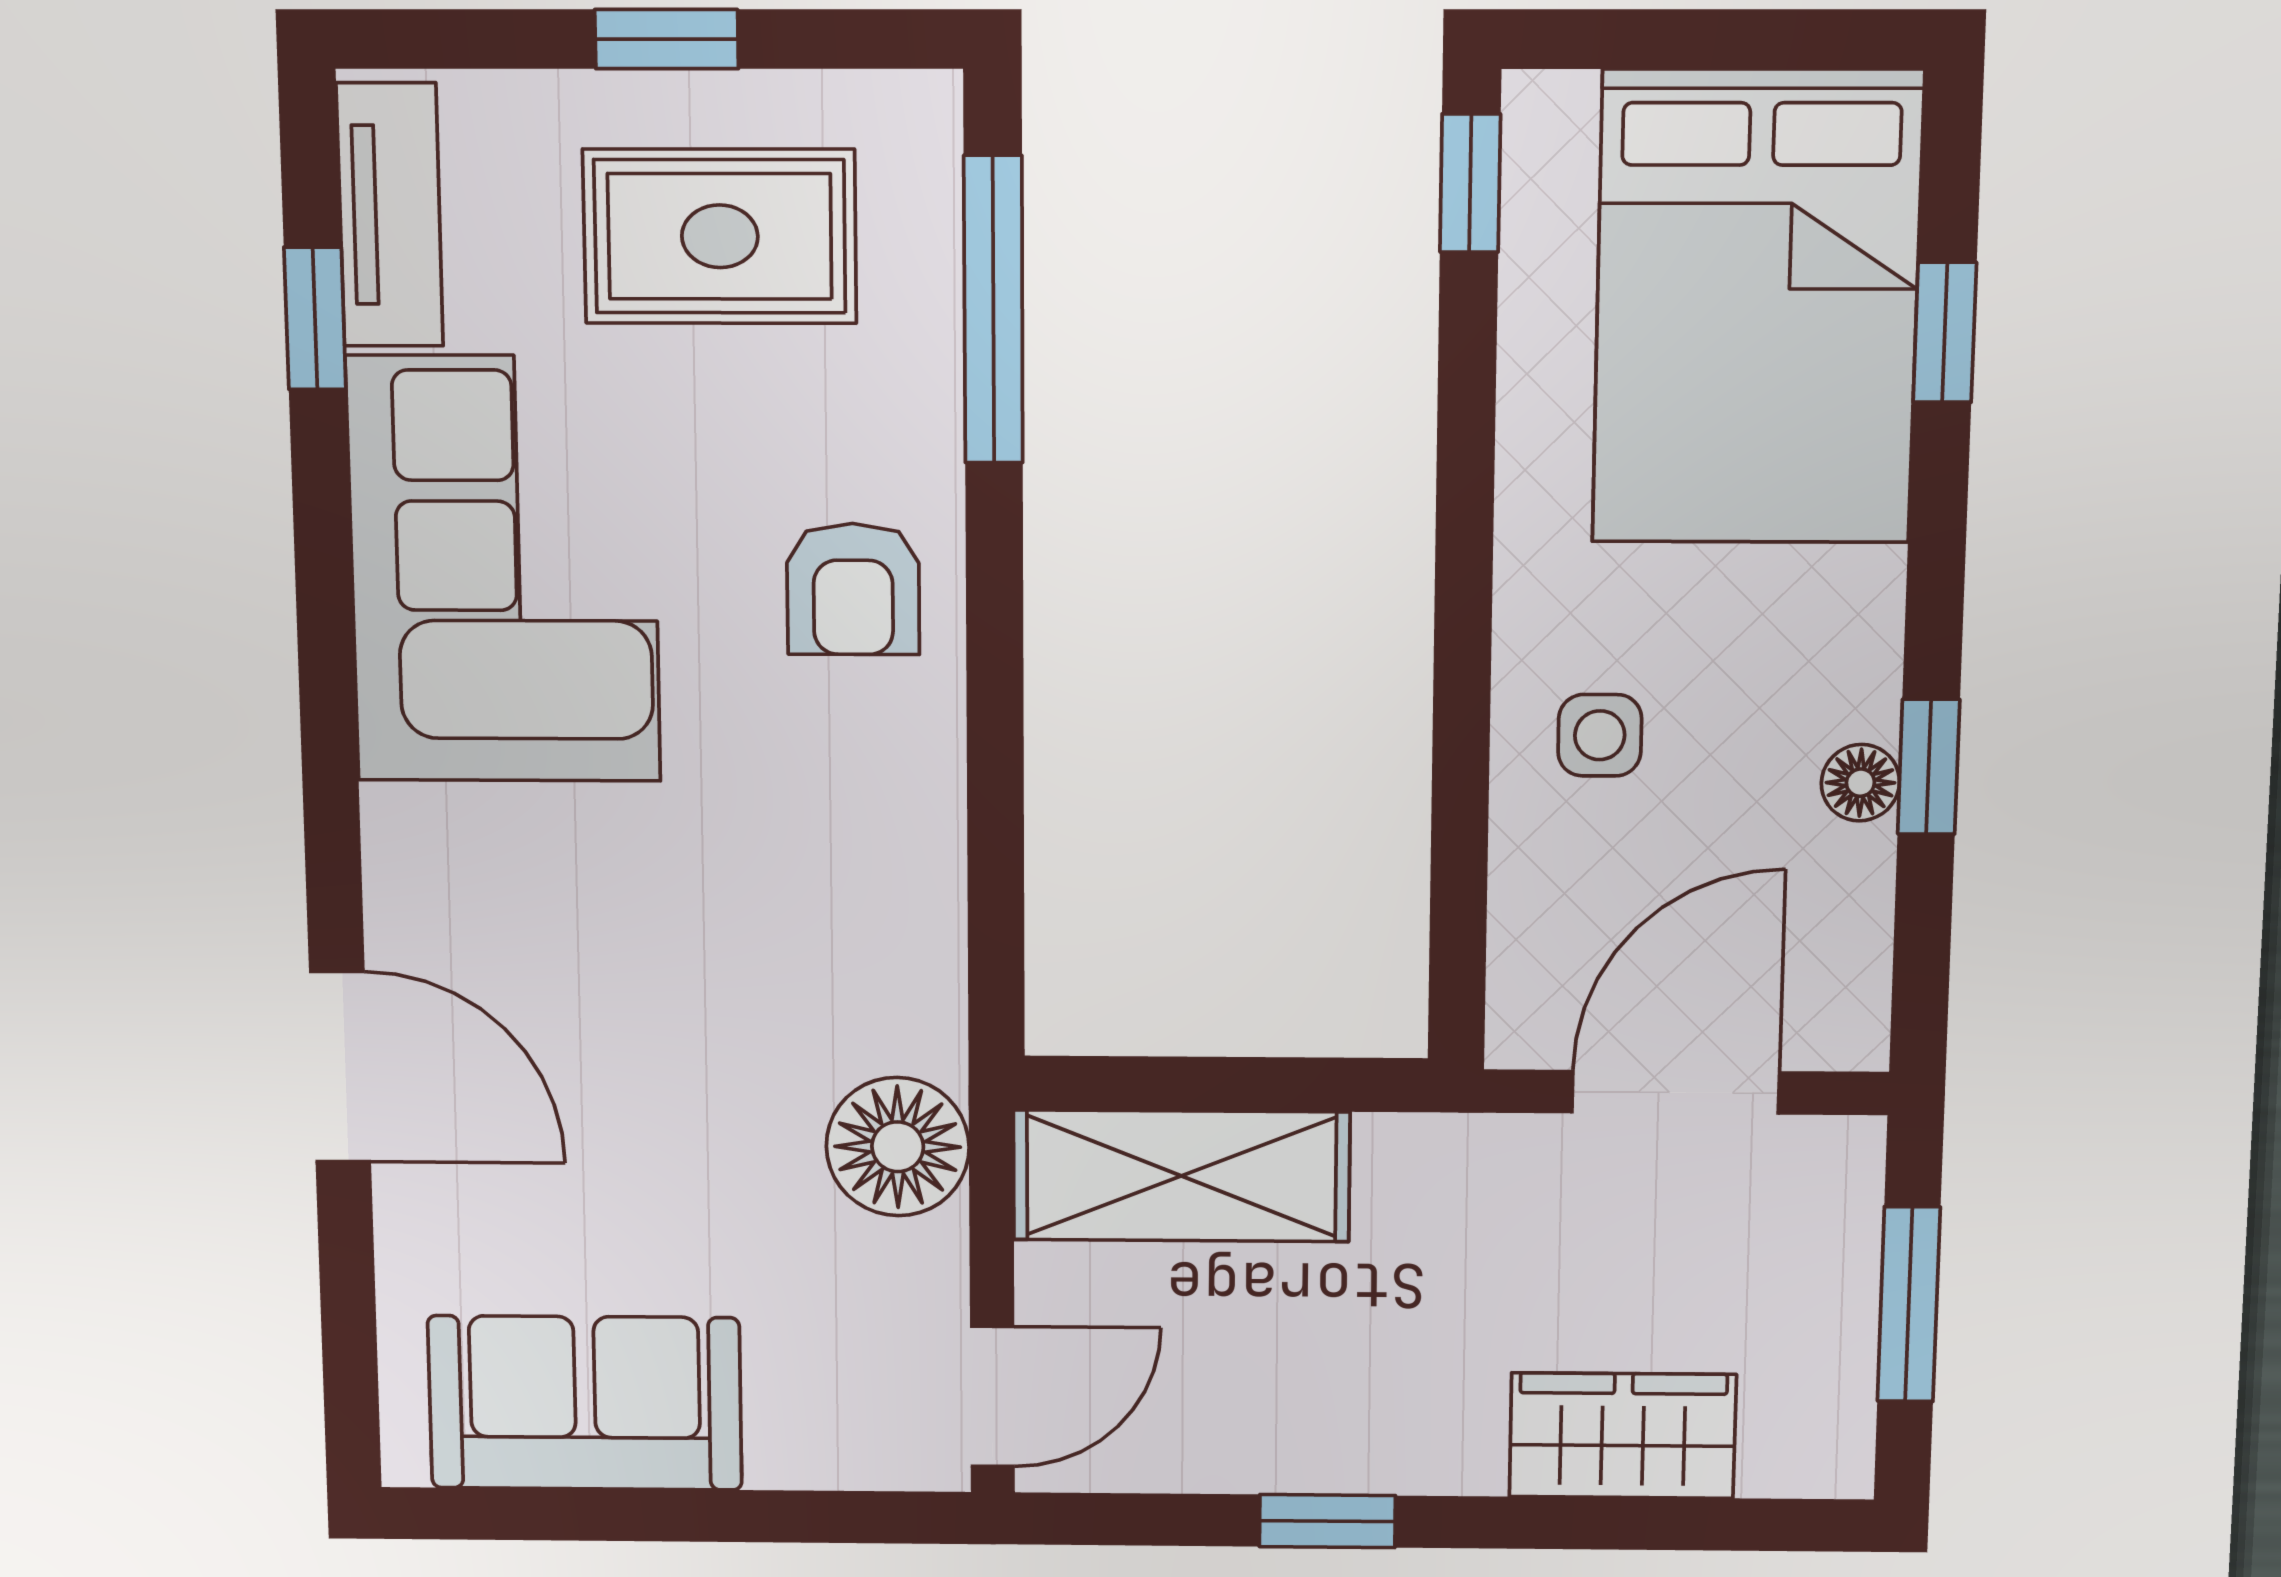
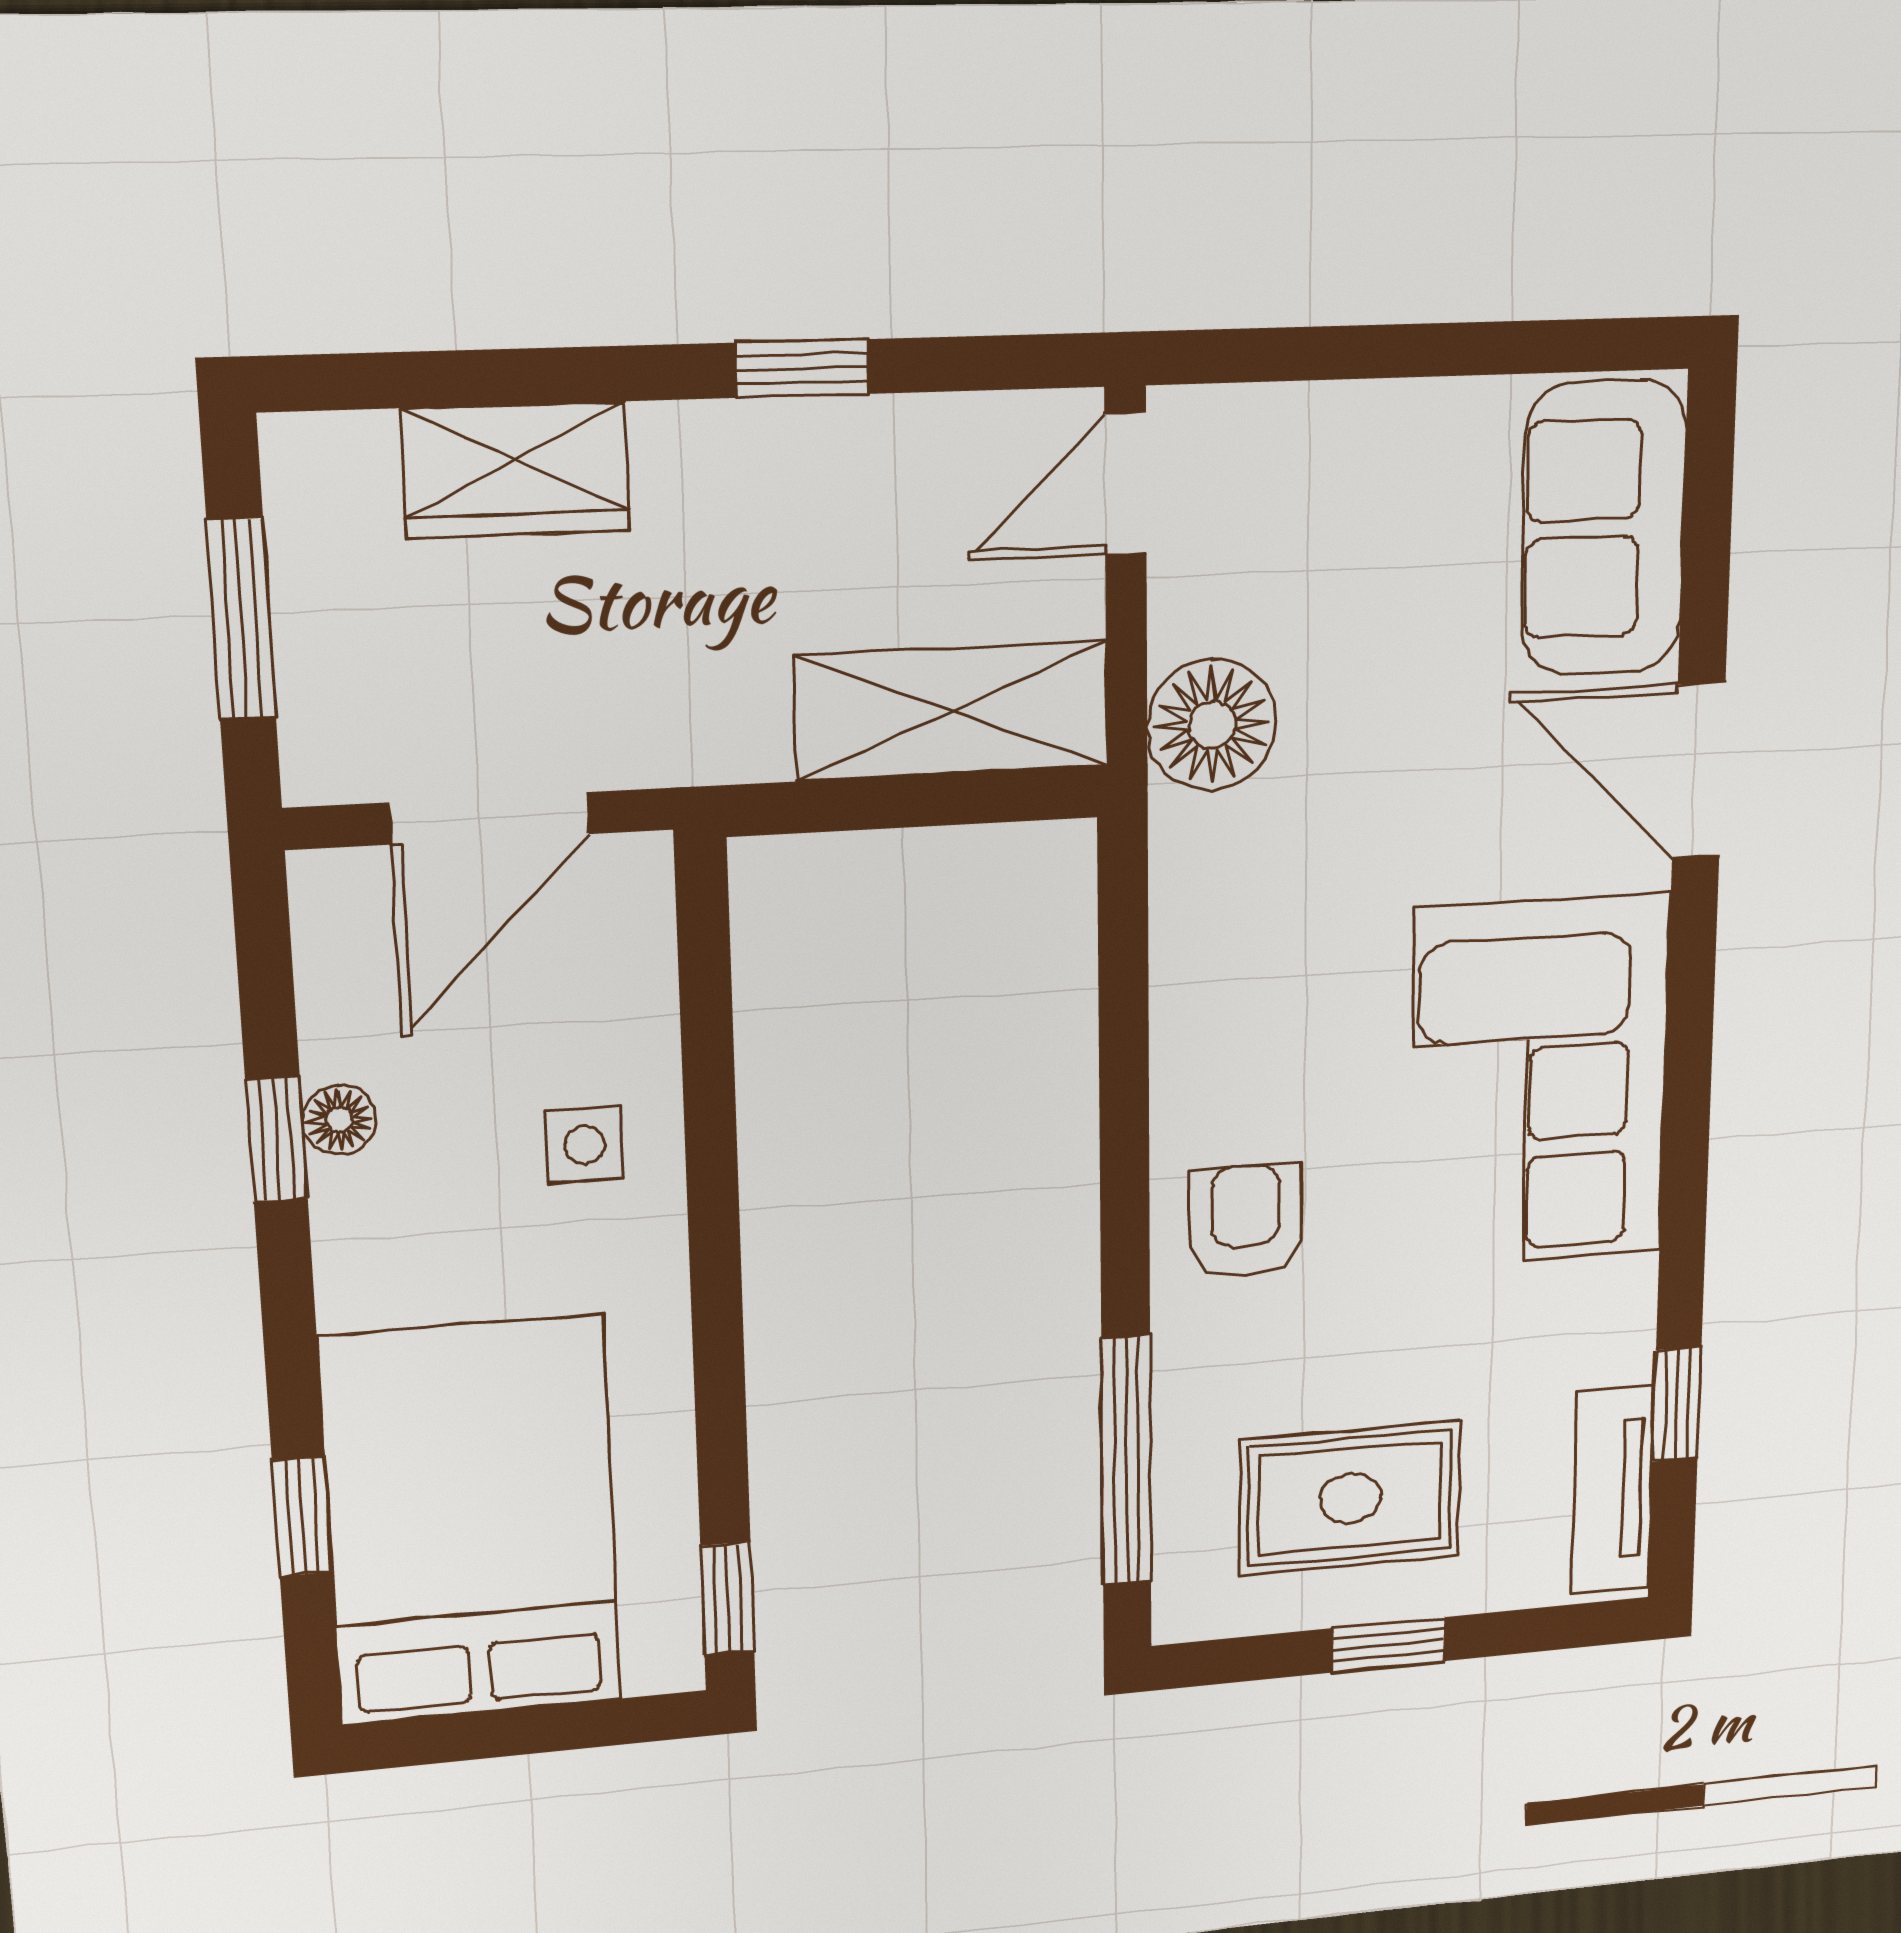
corner sofa: (504, 570) -> (1540, 1082), moved
sofa: (585, 1403) -> (1604, 528), moved, turned 90

